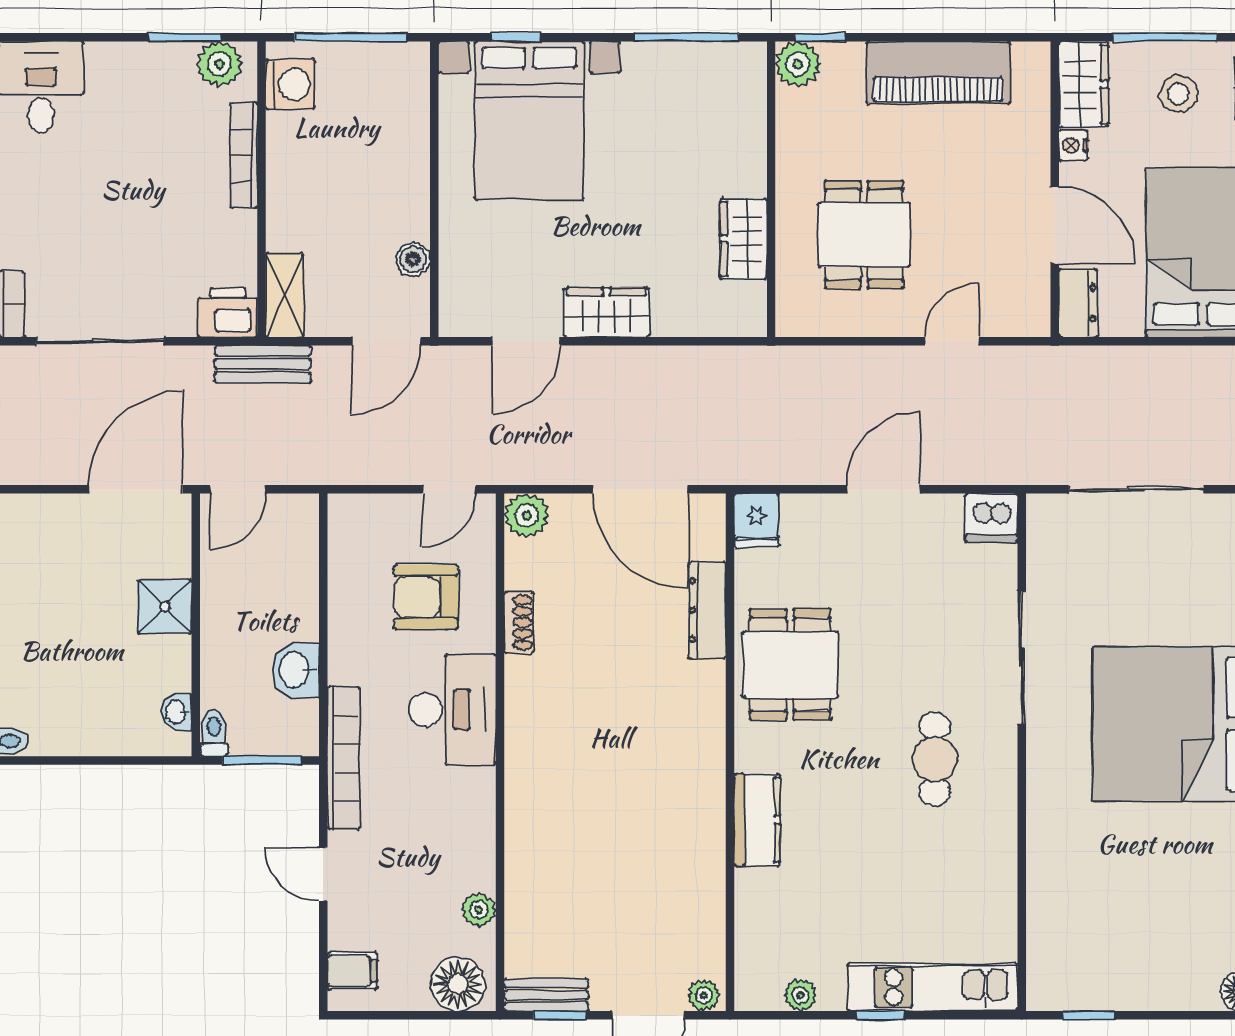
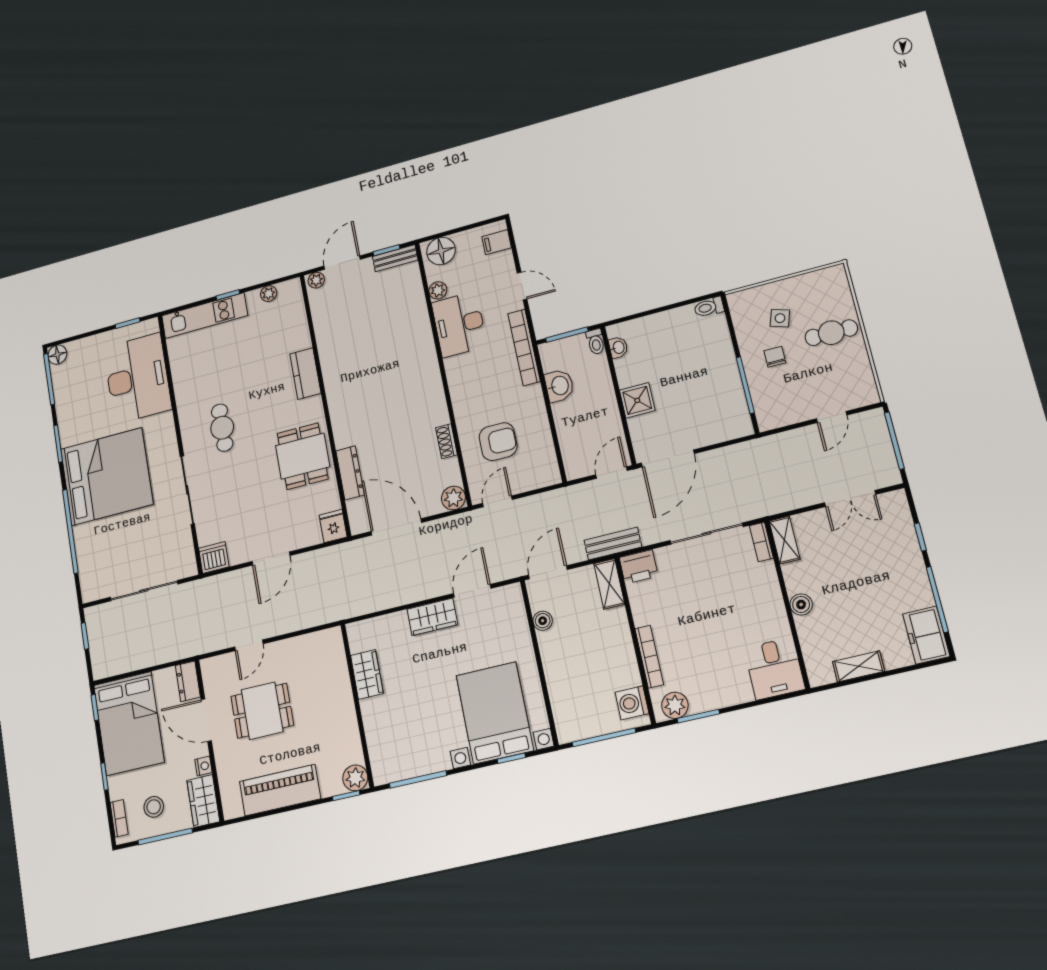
dining table: (864, 235) -> (262, 711), moved, turned 90
desk: (452, 710) -> (459, 324), moved
desk: (1085, 900) -> (138, 378), added

